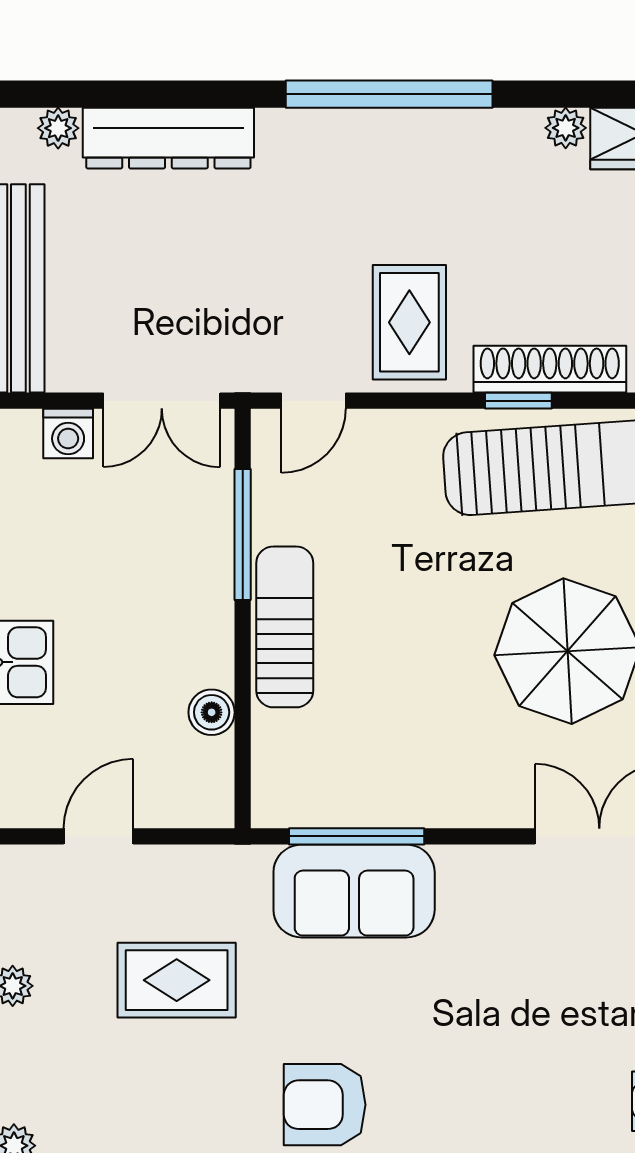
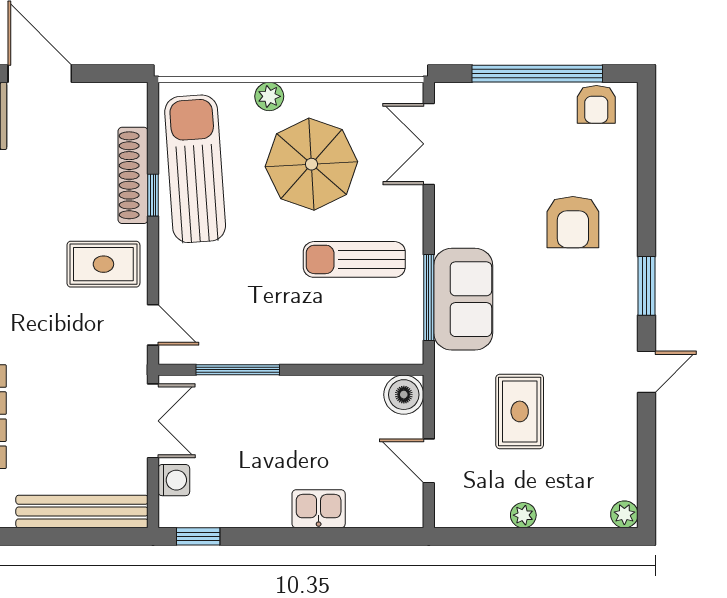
sun lounger: (285, 627) -> (354, 259), moved
boiler: (212, 712) -> (404, 395), moved, width x1.36, depth x1.36
armchair: (325, 1105) -> (573, 222), moved

